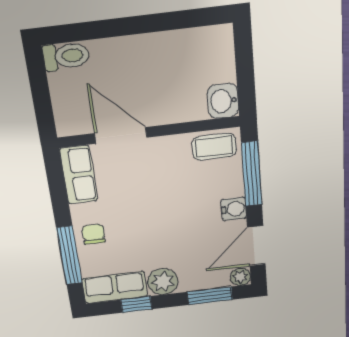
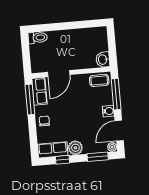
door: (121, 135) -> (59, 73), swing flipped
window: (69, 255) -> (30, 100), moved

